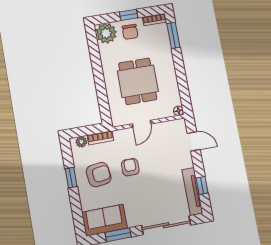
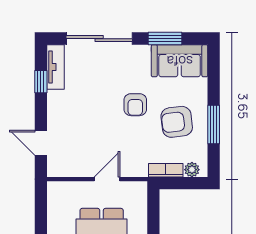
floor lamp: (178, 111) -> (54, 188), removed
armchair: (130, 167) -> (135, 105), moved
window: (71, 178) -> (214, 125), width x1.50
tv unit: (192, 191) -> (55, 67), width x0.71

